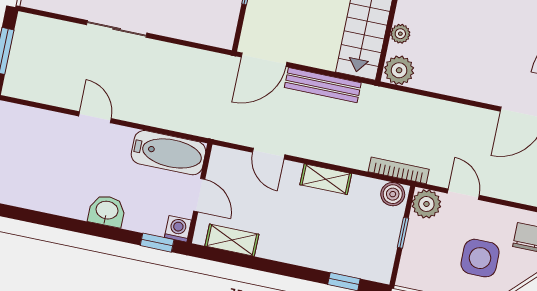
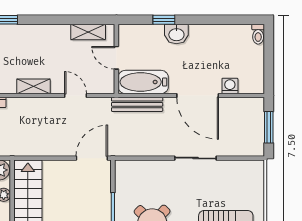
bench: (323, 85) -> (137, 104), moved
door: (95, 117) -> (198, 95), width x1.87
washing machine: (178, 229) -> (230, 86), moved, turned 180
window: (157, 243) -> (164, 20), moved

